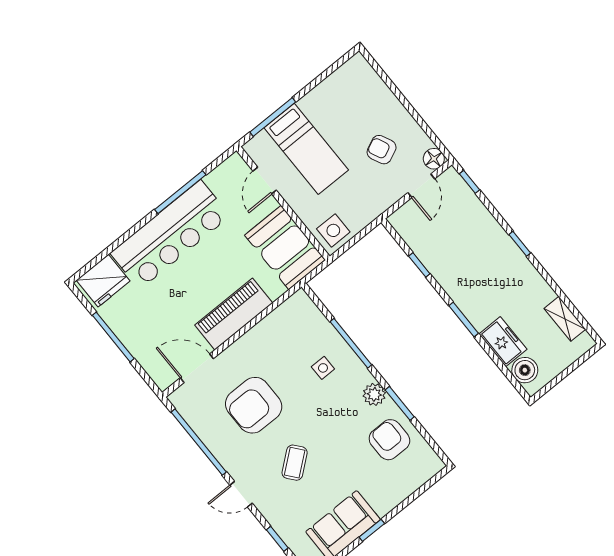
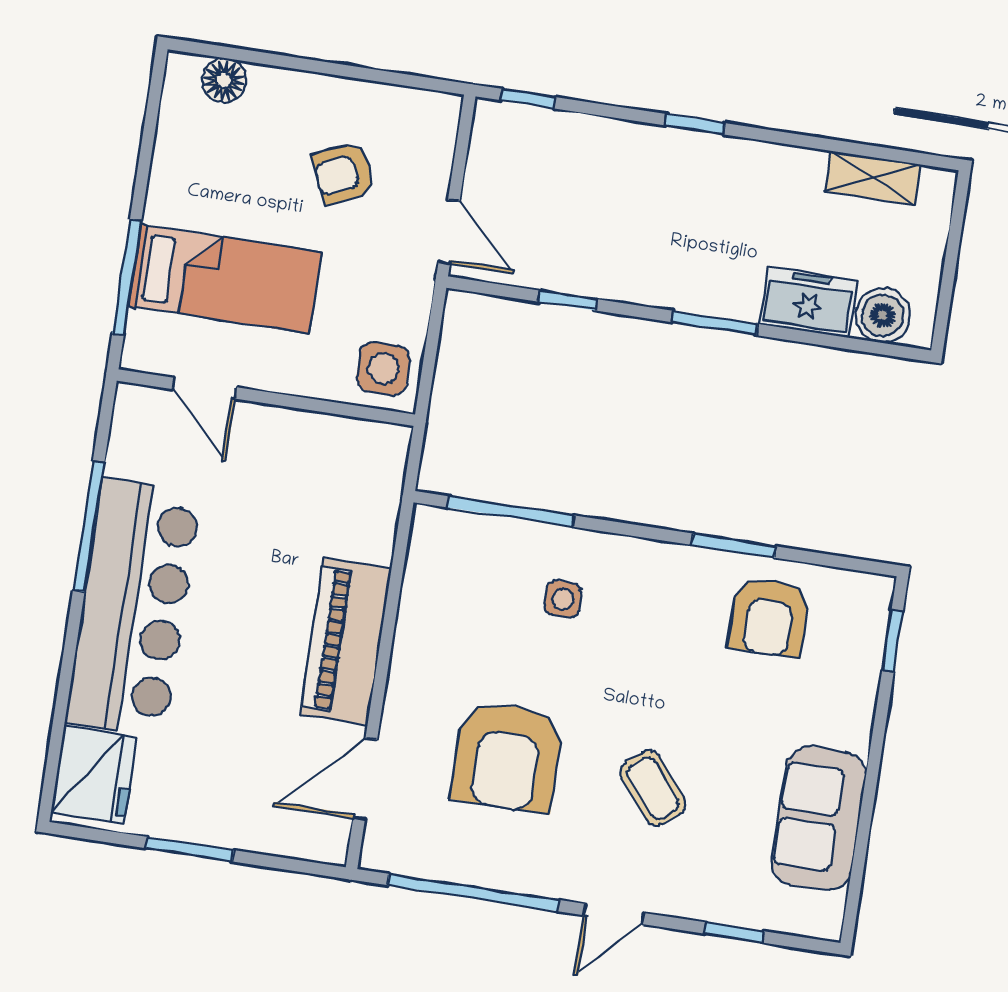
floor lamp: (434, 159) -> (224, 80), moved
door: (421, 186) -> (449, 232), moved
booth: (285, 248) -> (332, 464), removed
window: (113, 337) -> (189, 849), width x0.69
window: (351, 343) -> (510, 511), moved
plant: (374, 394) -> (681, 568), removed
armchair: (389, 440) -> (769, 617), turned -90
window: (372, 530) -> (893, 641), moved

